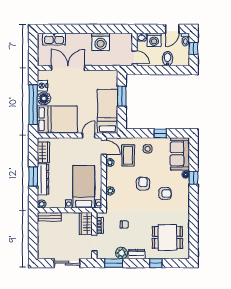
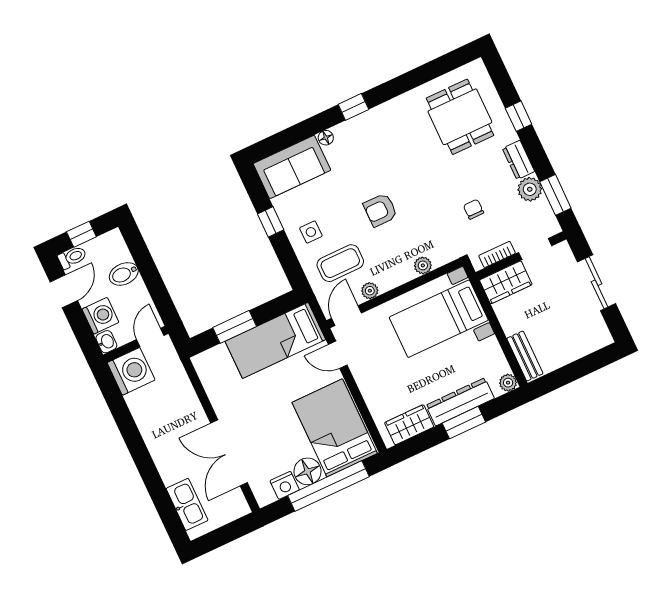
door: (172, 29) -> (64, 291), hinge flipped
washing machine: (101, 42) -> (131, 371), moved
window: (193, 178) -> (353, 107), moved
armchair: (165, 193) -> (380, 160), removed

